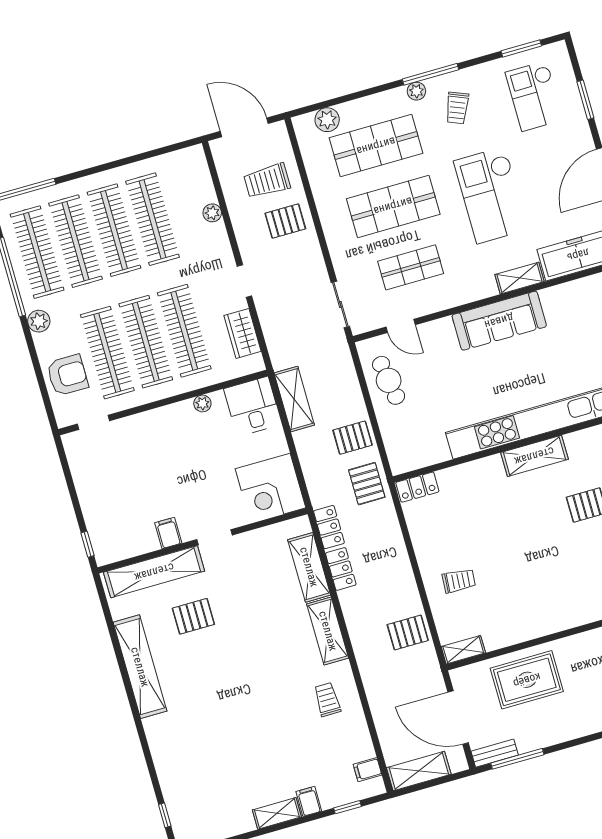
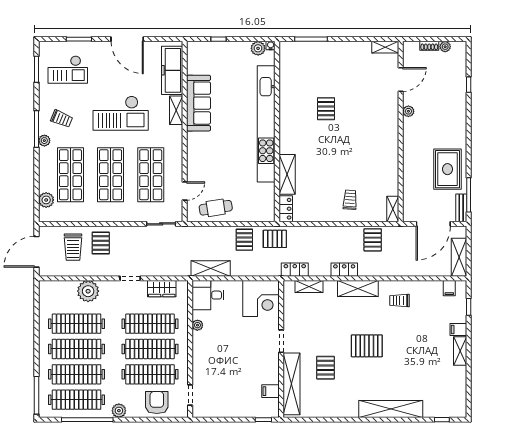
plant: (212, 213) -> (88, 291), width x1.88, depth x1.88
shop shelf: (411, 267) -> (151, 175), width x1.43, depth x1.36
sofa: (499, 321) -> (199, 103), moved
shelving: (534, 456) -> (287, 174), moved
filing cabinet: (168, 533) -> (270, 391), moved
shelving: (309, 567) -> (309, 287), width x0.67, depth x0.75
locker: (341, 569) -> (344, 270), moved
shelving: (140, 667) -> (391, 409), moved
pallet: (244, 669) -> (367, 346), added
rug: (527, 680) -> (447, 169), moved

